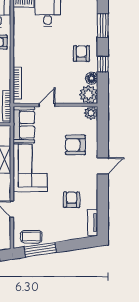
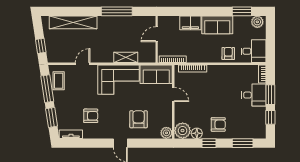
window: (73, 245) -> (52, 117), added

